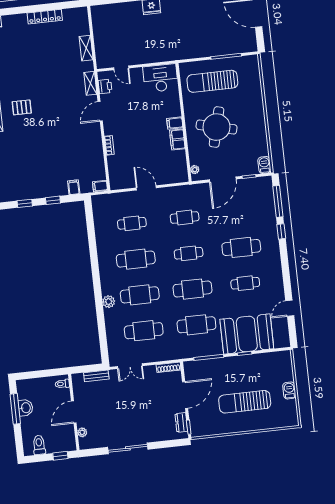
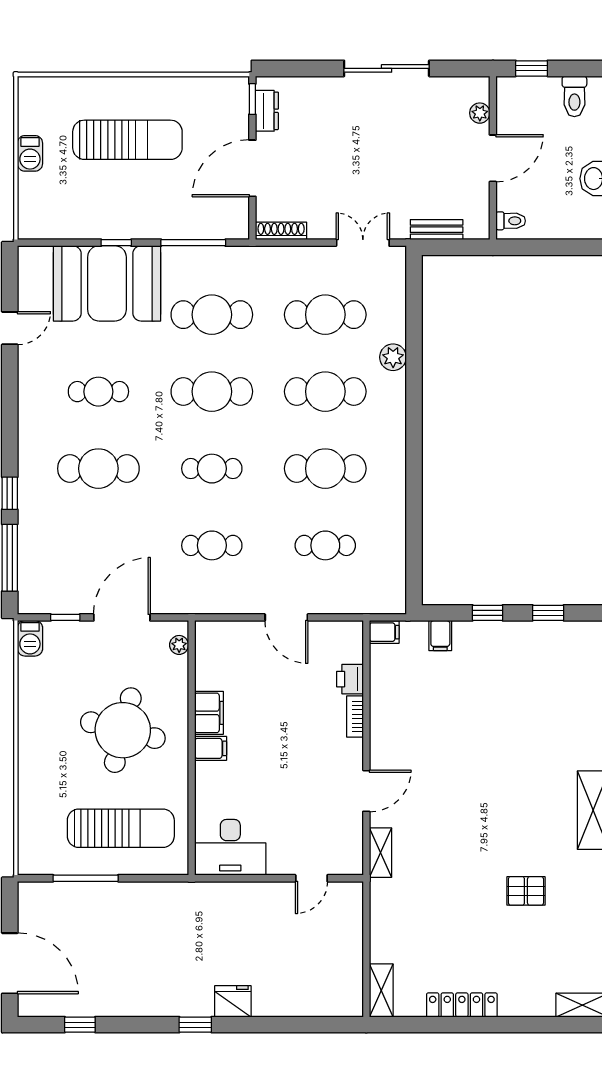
shelving: (86, 48) -> (381, 991), moved
door: (121, 68) -> (311, 878), swing flipped
printer: (105, 86) -> (350, 679), moved
pallet: (22, 107) -> (526, 891), moved
plant: (109, 302) -> (393, 357), moved

